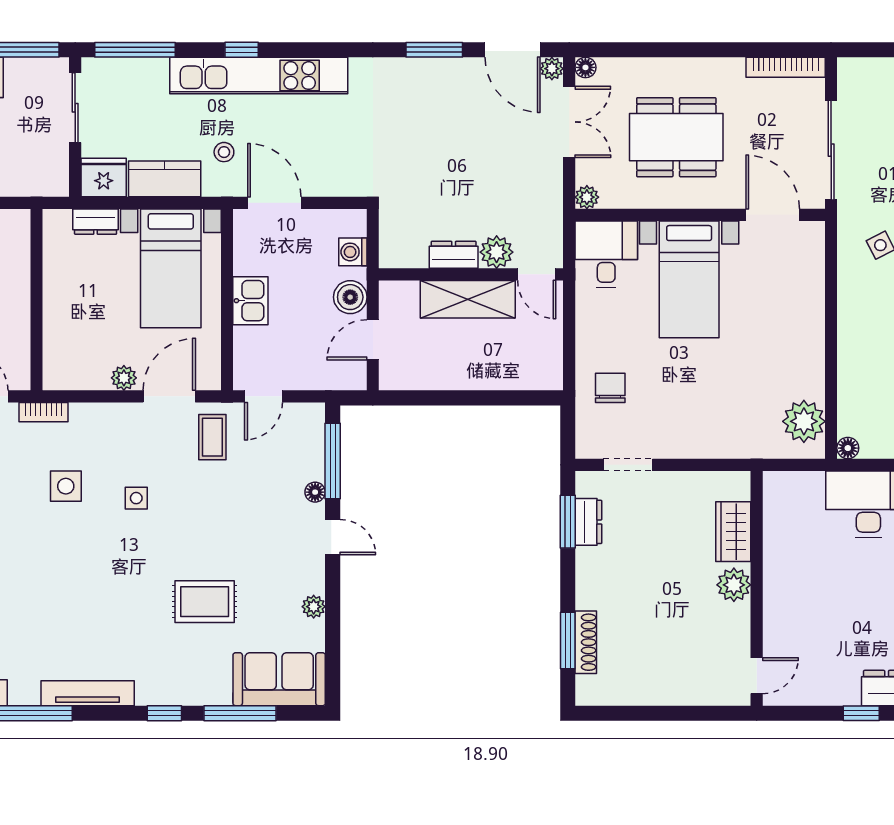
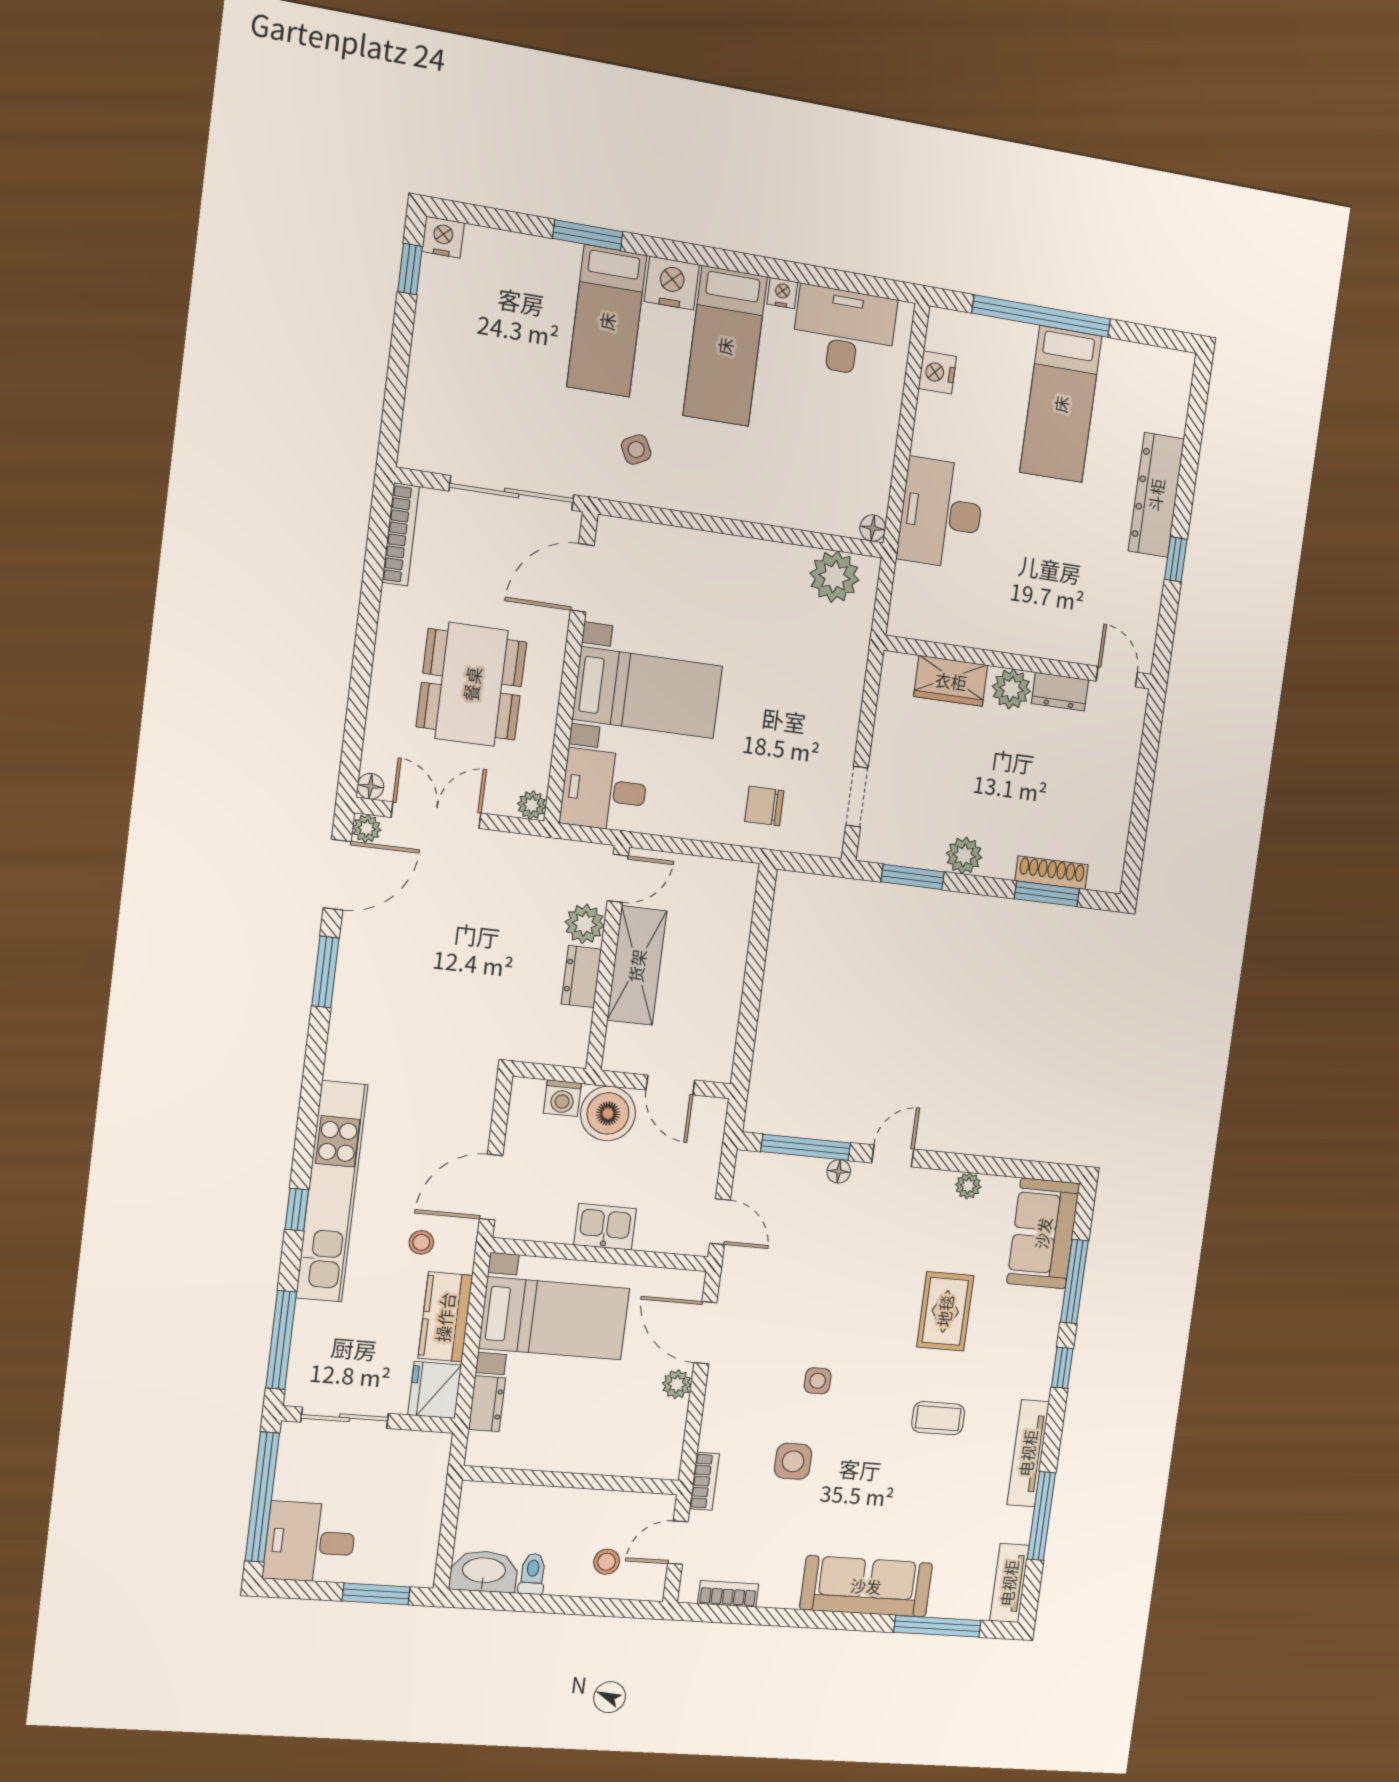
boiler: (350, 297) -> (608, 1113), width x1.37, depth x1.37
coffee table: (212, 437) -> (938, 1418), moved
dresser: (588, 522) -> (1060, 692), moved, turned 180
plant: (591, 564) -> (964, 855), added

